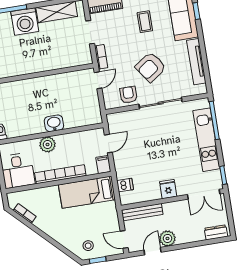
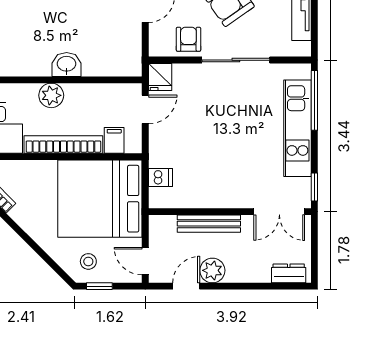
filing cabinet: (103, 164) -> (114, 140), moved
fridge: (168, 189) -> (160, 77), moved, turned 180
bed: (87, 192) -> (100, 199), width x2.04
bench: (142, 212) -> (209, 224), moved

